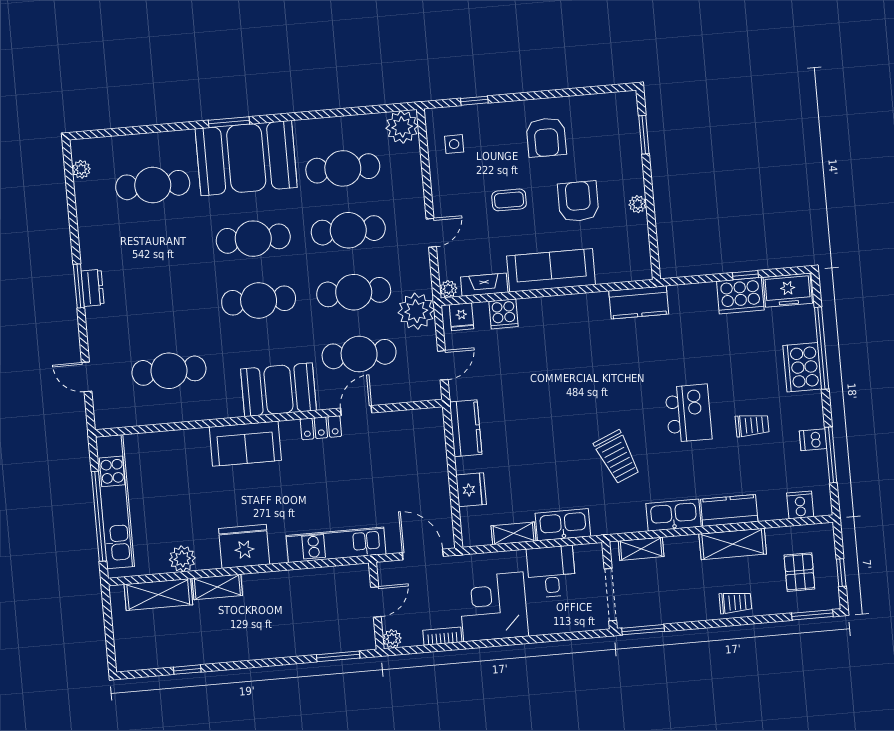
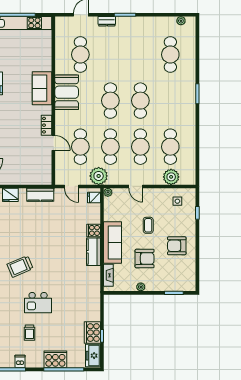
plant: (402, 127) -> (171, 177), moved
booth: (246, 158) -> (179, 101), removed
fireplace: (484, 285) -> (108, 275), moved
dresser: (93, 288) -> (107, 21), moved
kitchen counter: (639, 302) -> (93, 252), moved
cooker: (504, 314) -> (94, 230), moved
booth: (279, 390) -> (67, 92), moved

